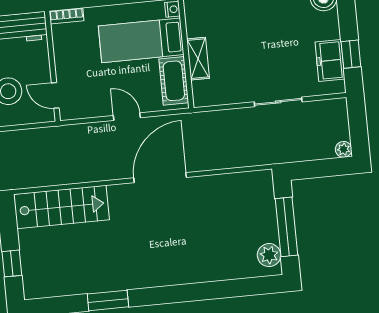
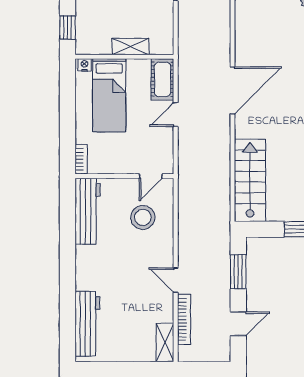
cot: (174, 81) -> (162, 79), moved, turned 90
door: (160, 178) -> (233, 90), swing flipped

